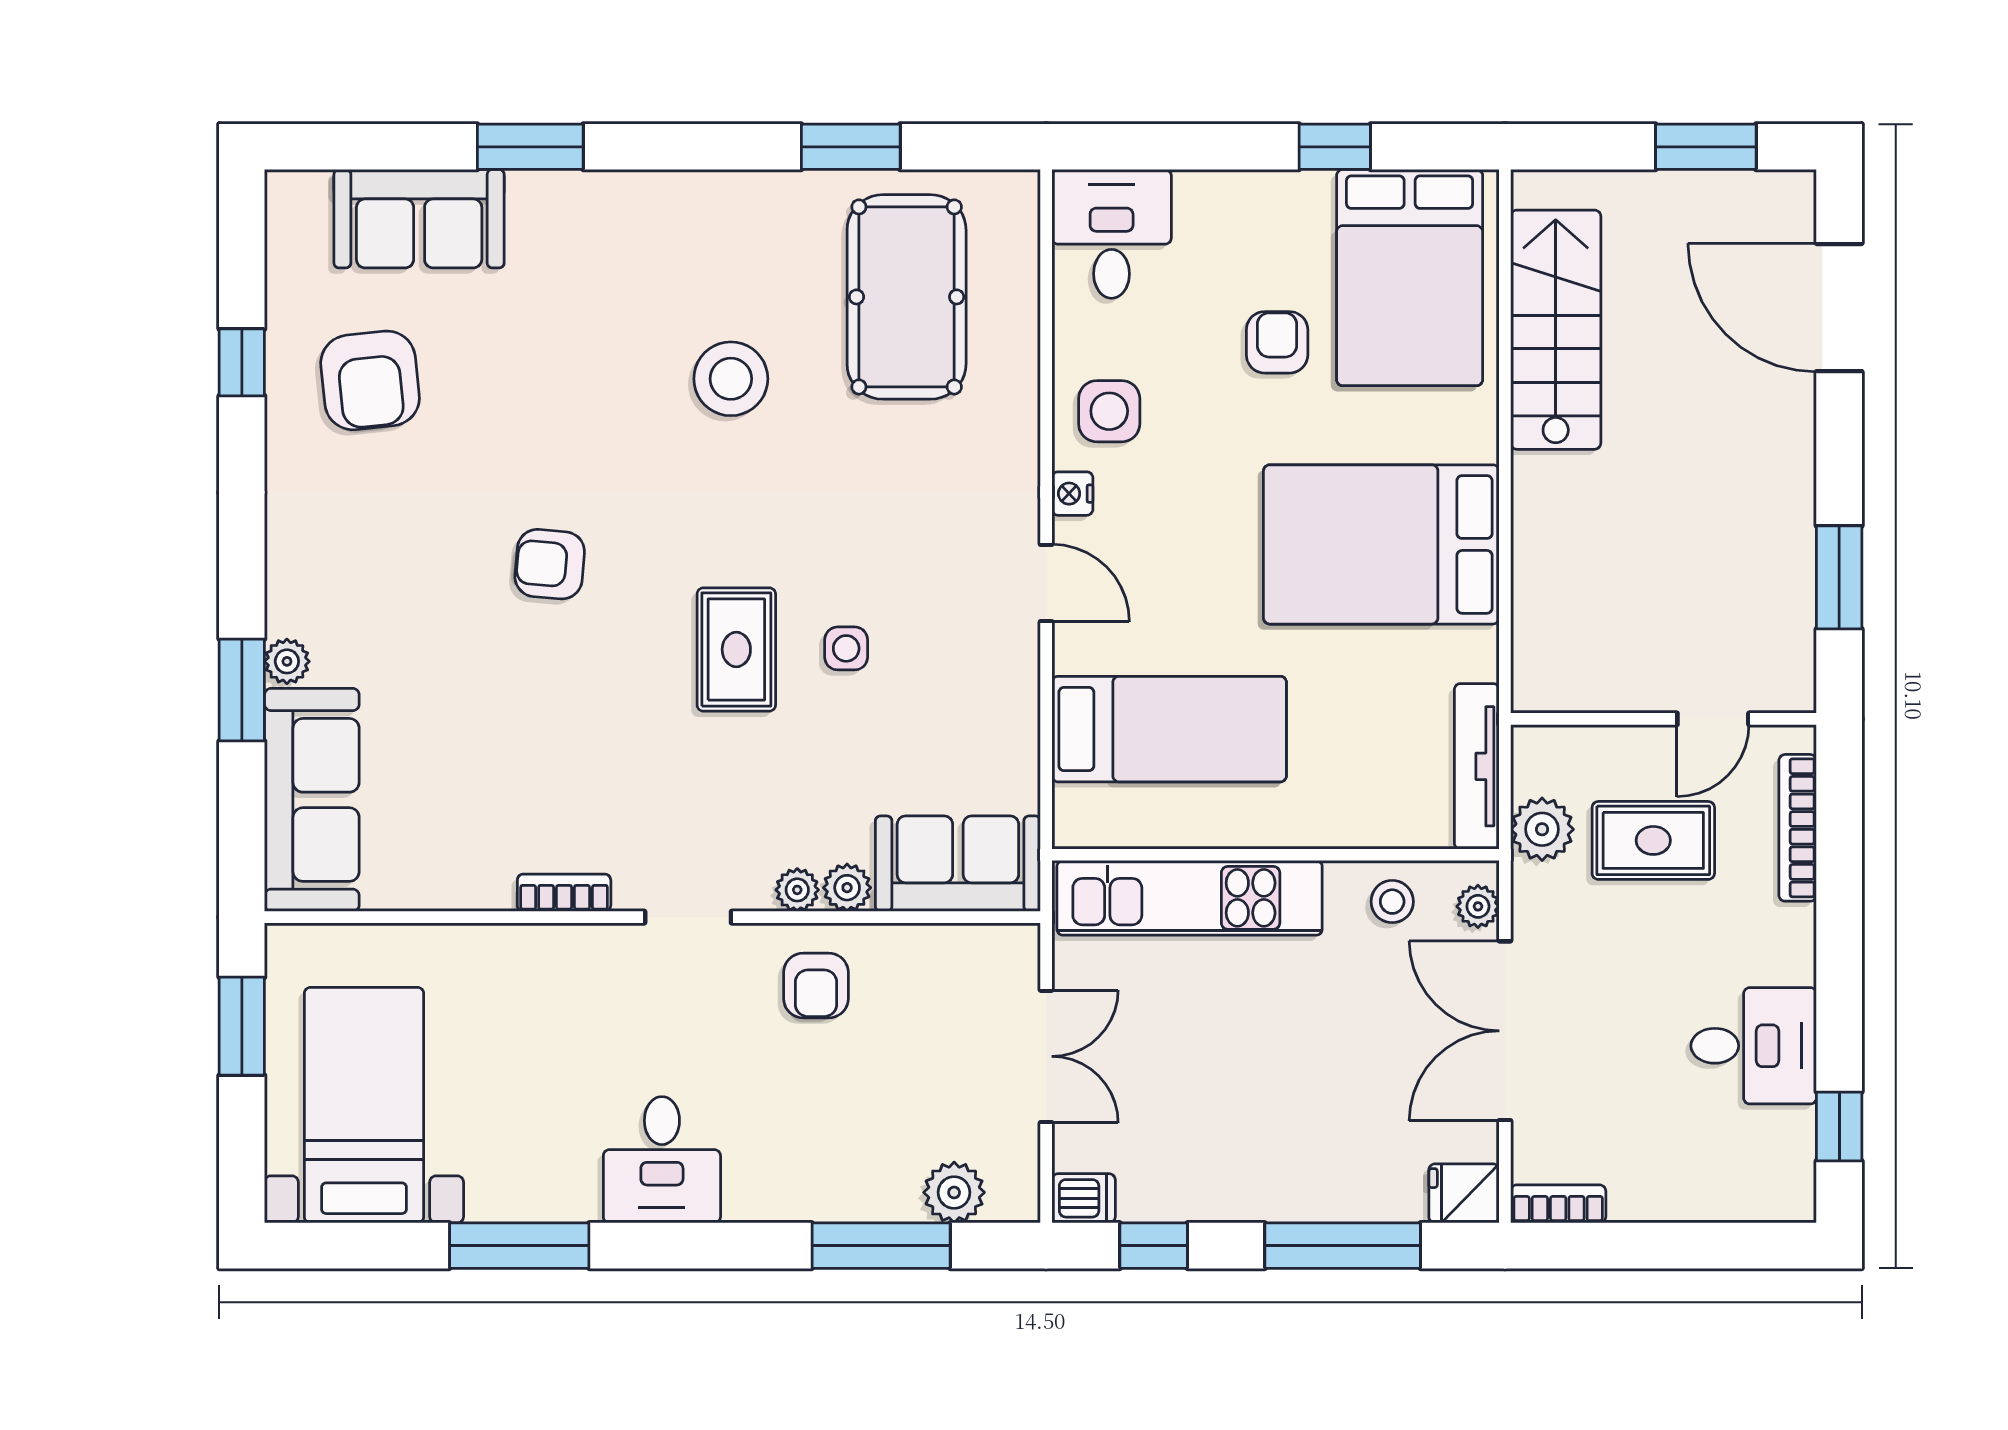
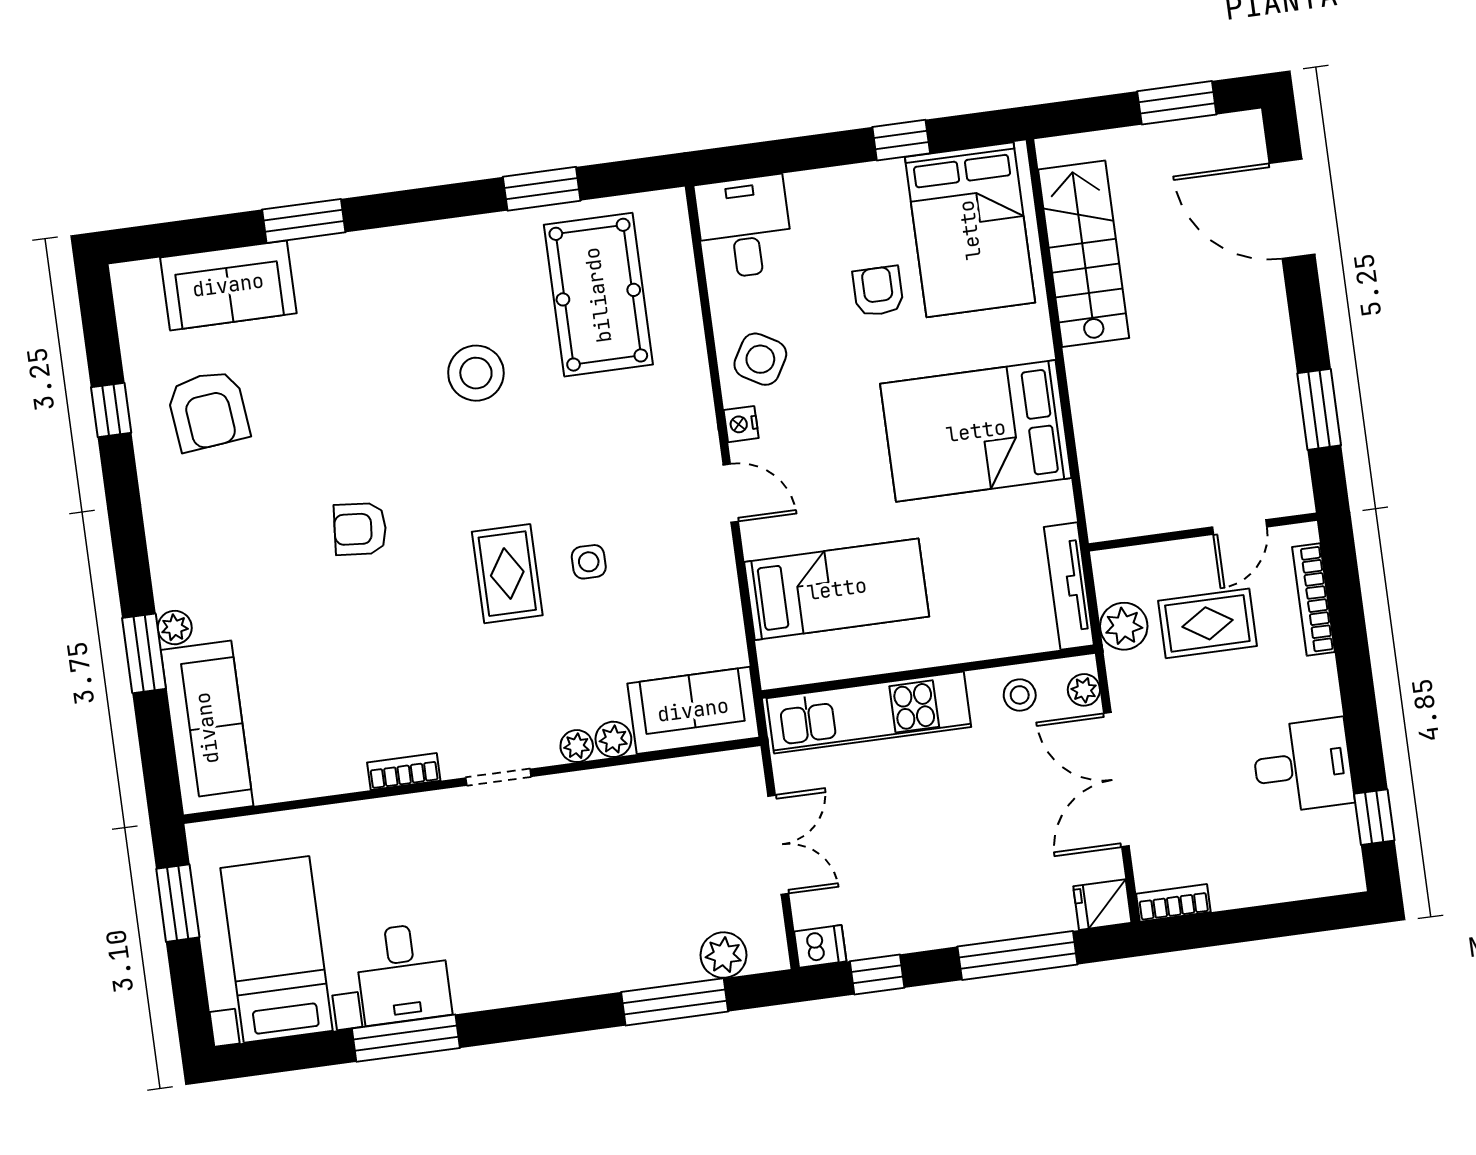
side table: (1109, 411) -> (760, 359), turned 30
armchair: (816, 986) -> (600, 815), removed
desk: (662, 1160) -> (403, 974), moved

